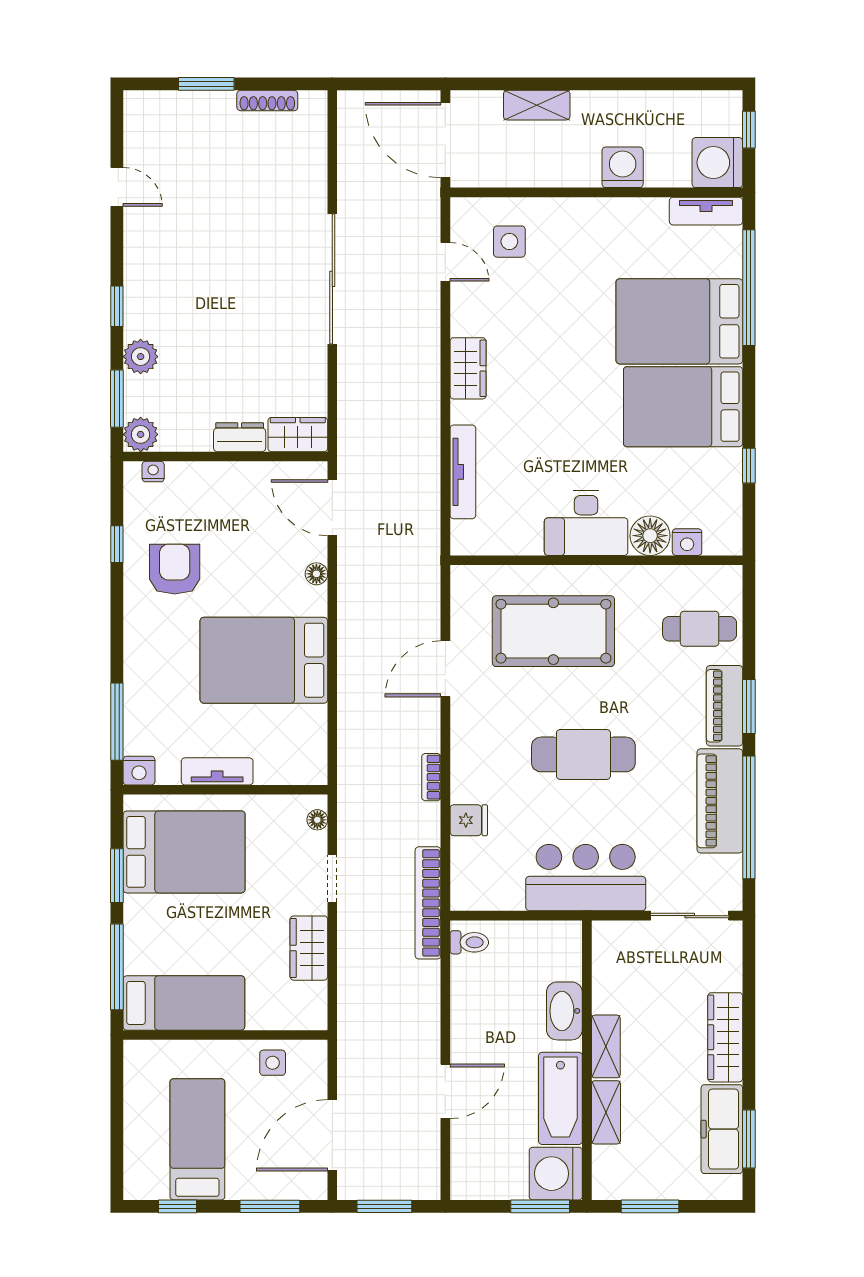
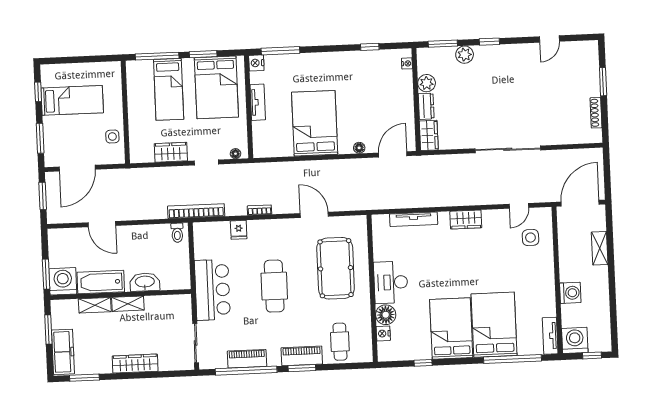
plant: (141, 434) -> (427, 83), moved
armchair: (175, 569) -> (358, 76), removed
piano: (720, 801) -> (247, 359), width x0.73, depth x0.75
bed: (184, 1003) -> (169, 89), moved
freezer: (722, 1129) -> (63, 352), moved, turned 90
door: (332, 1135) -> (77, 168), swing flipped

